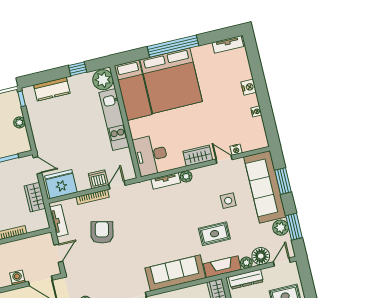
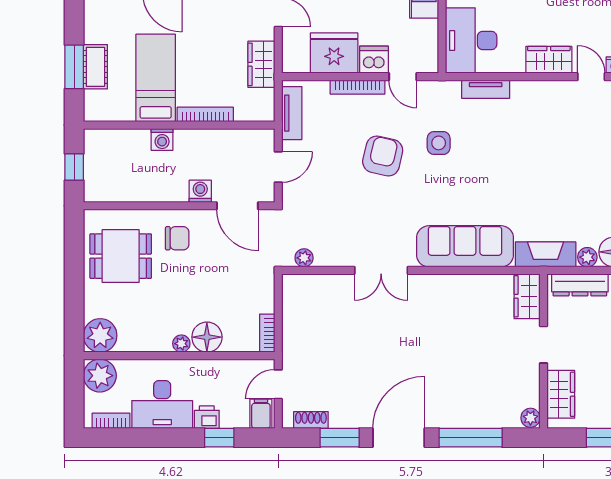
plant: (186, 176) -> (521, 90), removed
fridge: (61, 184) -> (334, 53), moved
door: (117, 185) -> (403, 77), swing flipped
side table: (228, 201) -> (439, 143), moved
armchair: (102, 232) -> (383, 156), moved
rug: (214, 234) -> (546, 196), removed

